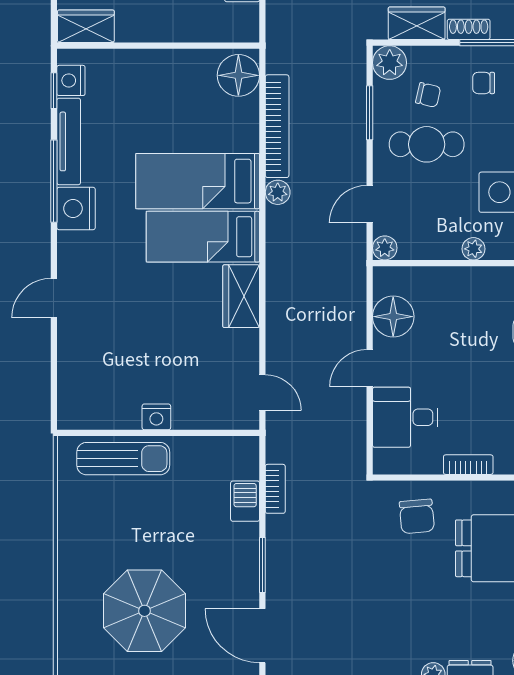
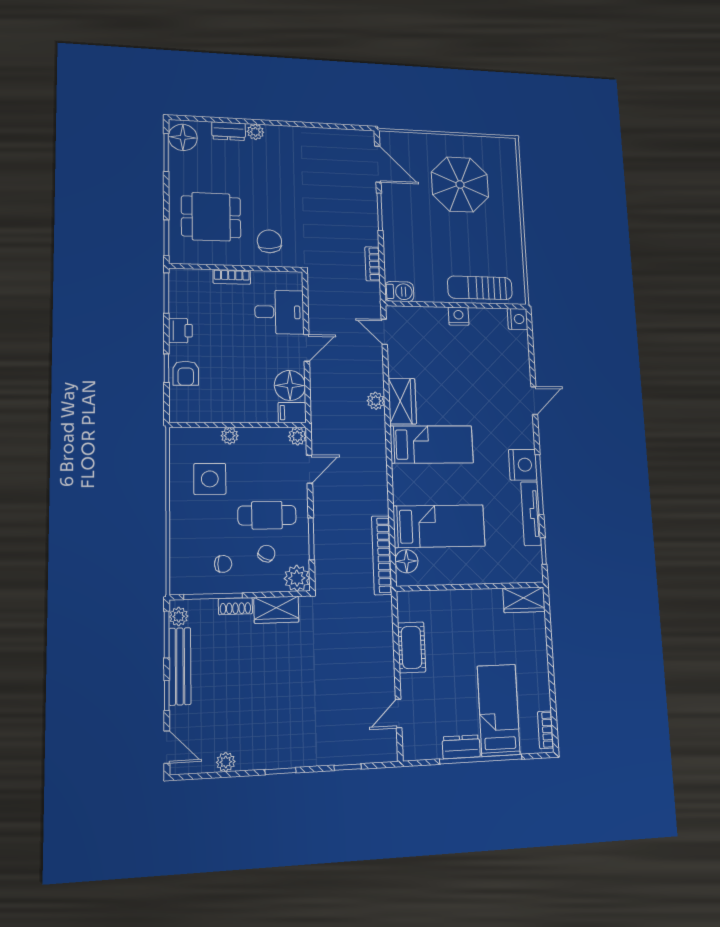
floor lamp: (238, 75) -> (406, 561), width x0.73, depth x0.73
nightstand: (71, 80) -> (518, 319), moved
chair: (428, 95) -> (266, 554), turned 104
bookcase: (277, 126) -> (382, 555), moved
bed: (198, 181) -> (439, 526), moved
plant: (278, 192) -> (376, 401), moved
filing cabinet: (391, 280) -> (292, 413), added
barbecue: (245, 501) -> (399, 292), moved, turned -90

